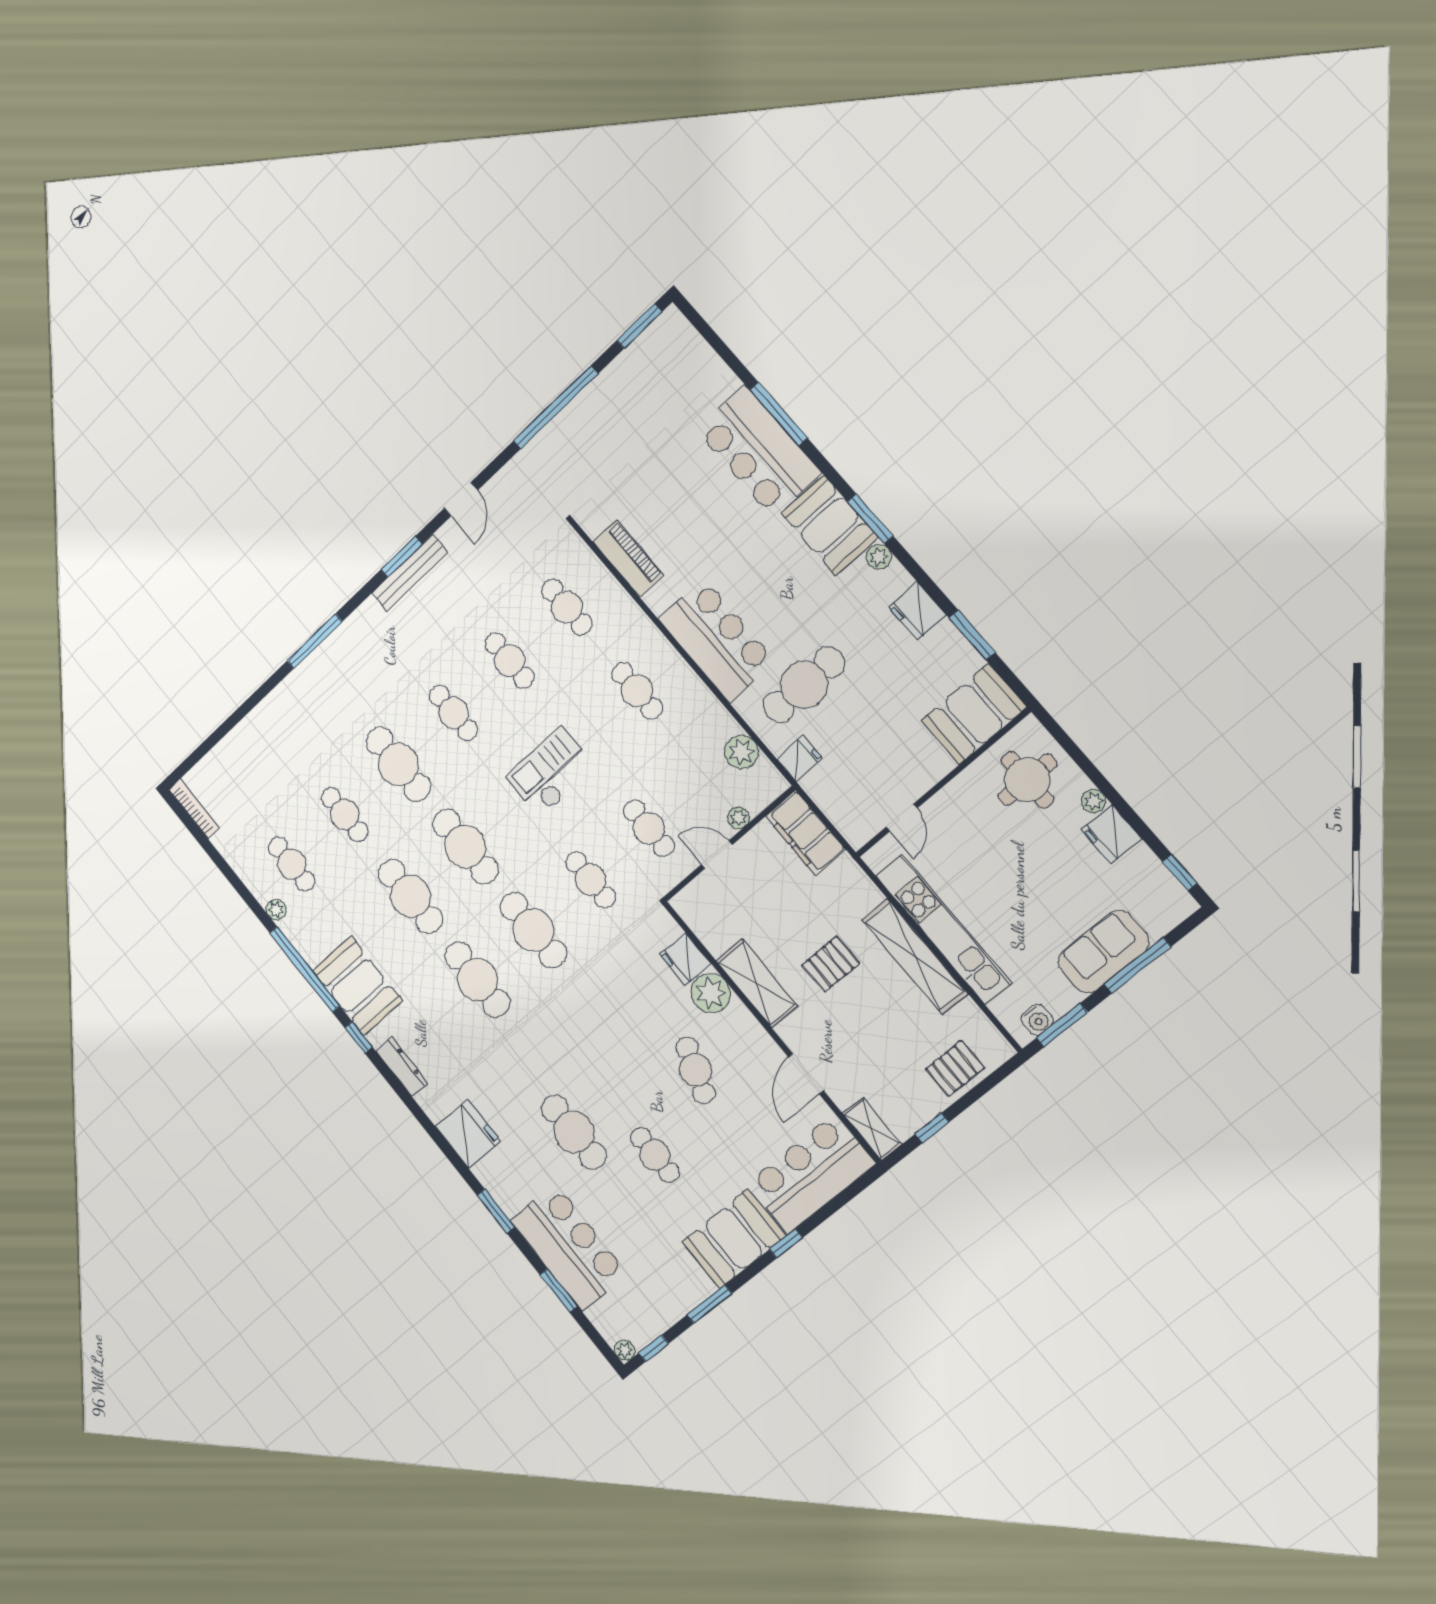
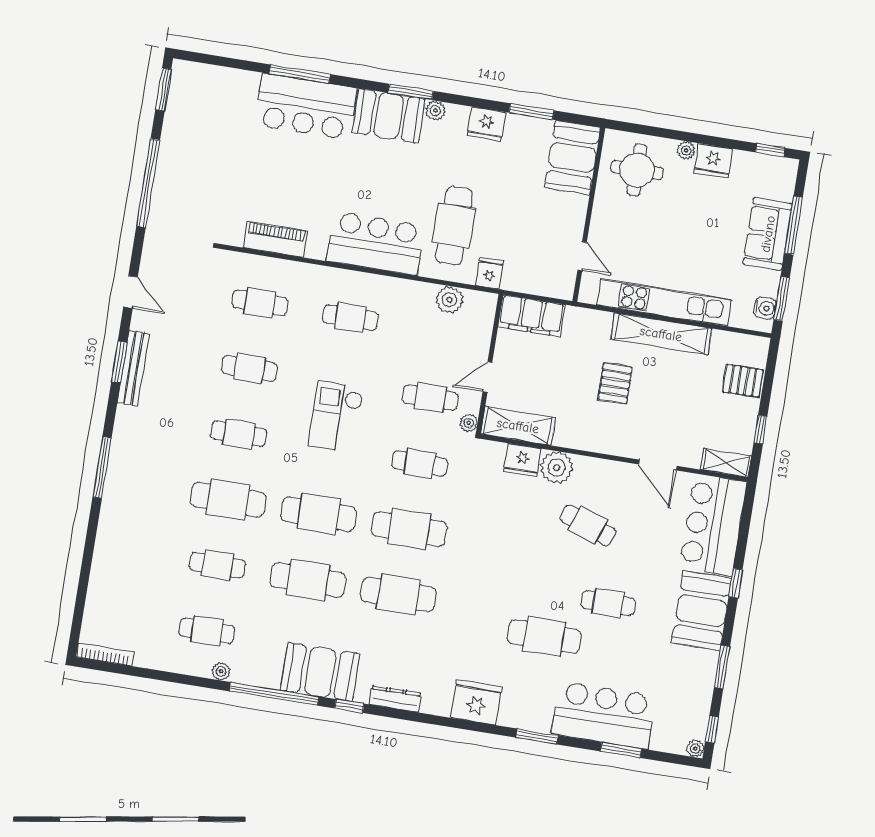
plant: (738, 818) -> (469, 423), moved
shelving: (757, 983) -> (518, 426), moved
pallet: (955, 1069) -> (743, 381), turned 90

